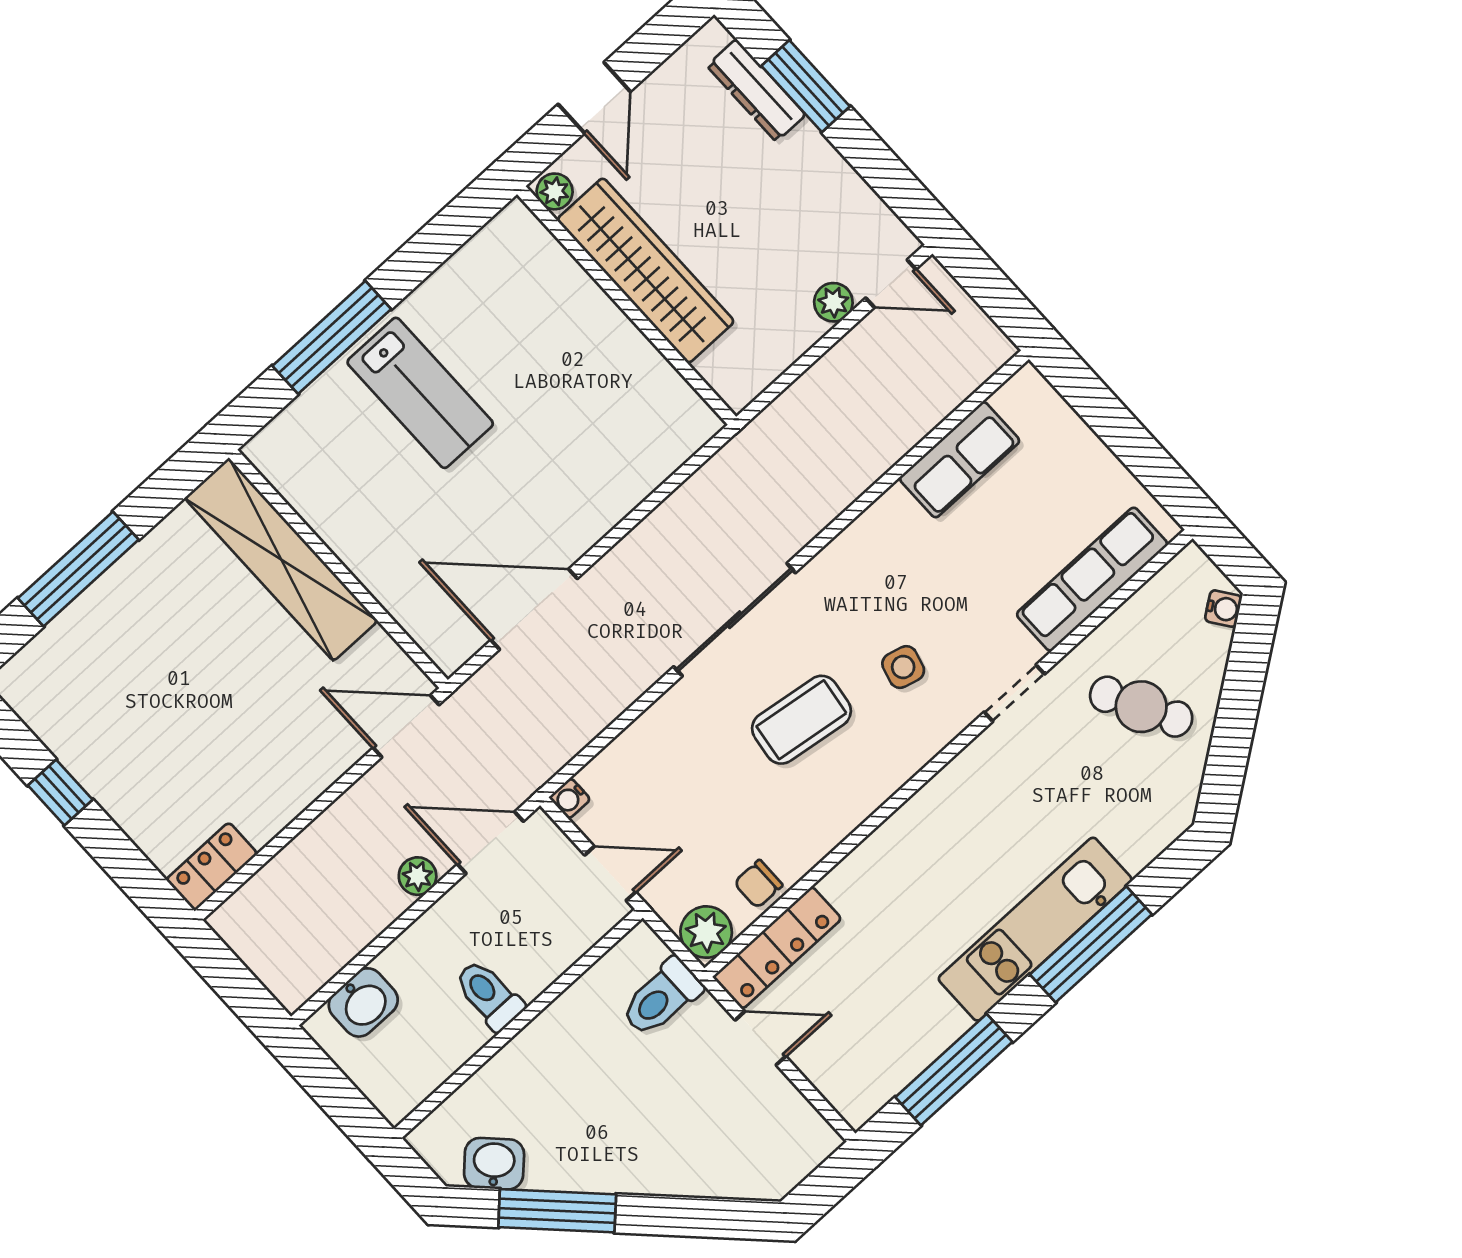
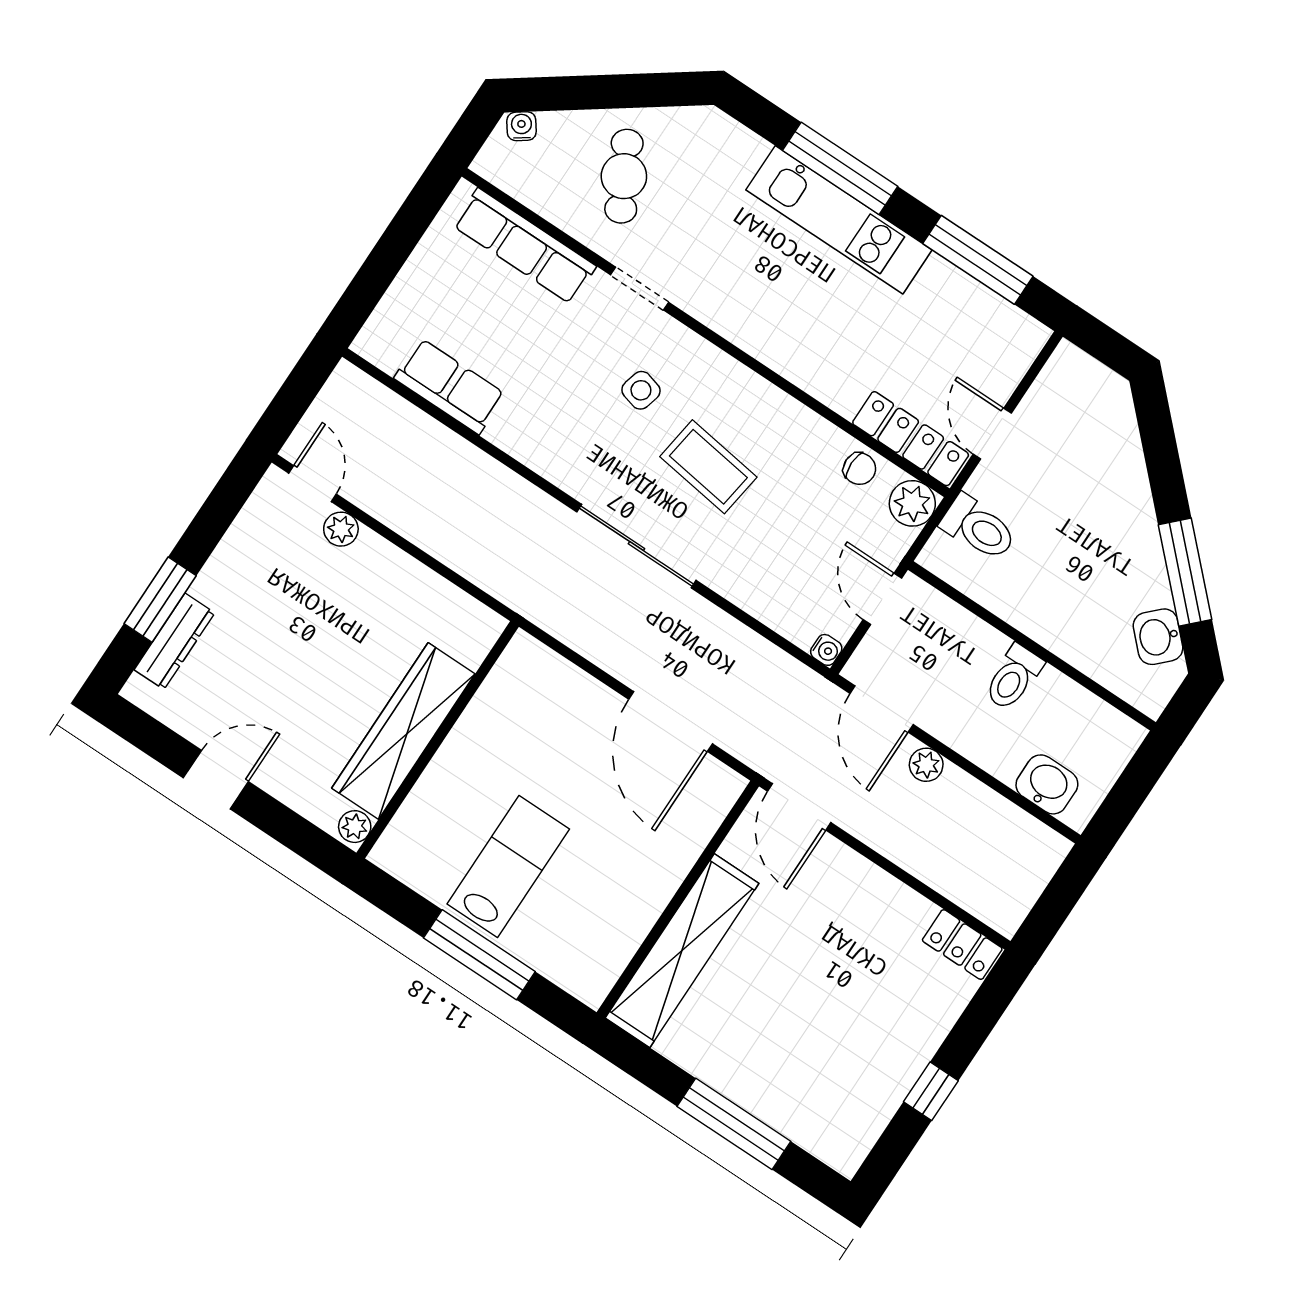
plant: (555, 191) -> (355, 827), moved
wardrobe: (646, 271) -> (403, 731), moved
wall: (627, 305) -> (438, 740), moved

